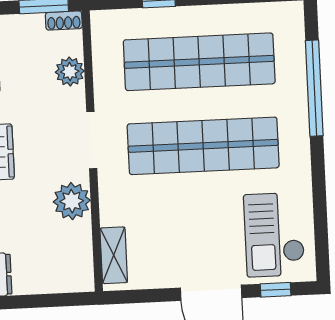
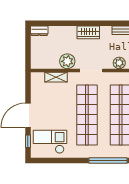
shelving: (114, 255) -> (56, 77), moved

